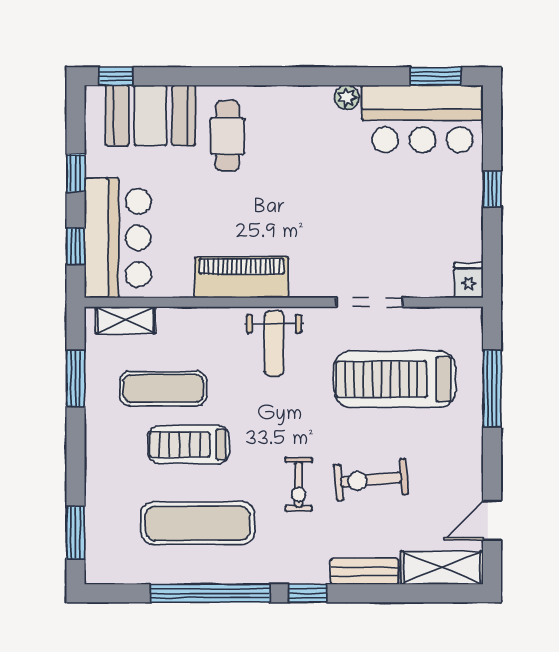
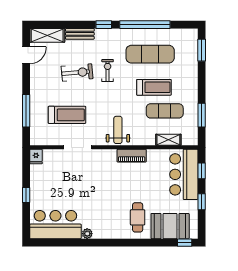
window: (436, 76) -> (50, 243), removed
piano: (242, 277) -> (132, 156), width x0.73, depth x0.75
shelving: (126, 320) -> (168, 140), moved
treadmill: (395, 379) -> (67, 115), width x0.73, depth x0.73

